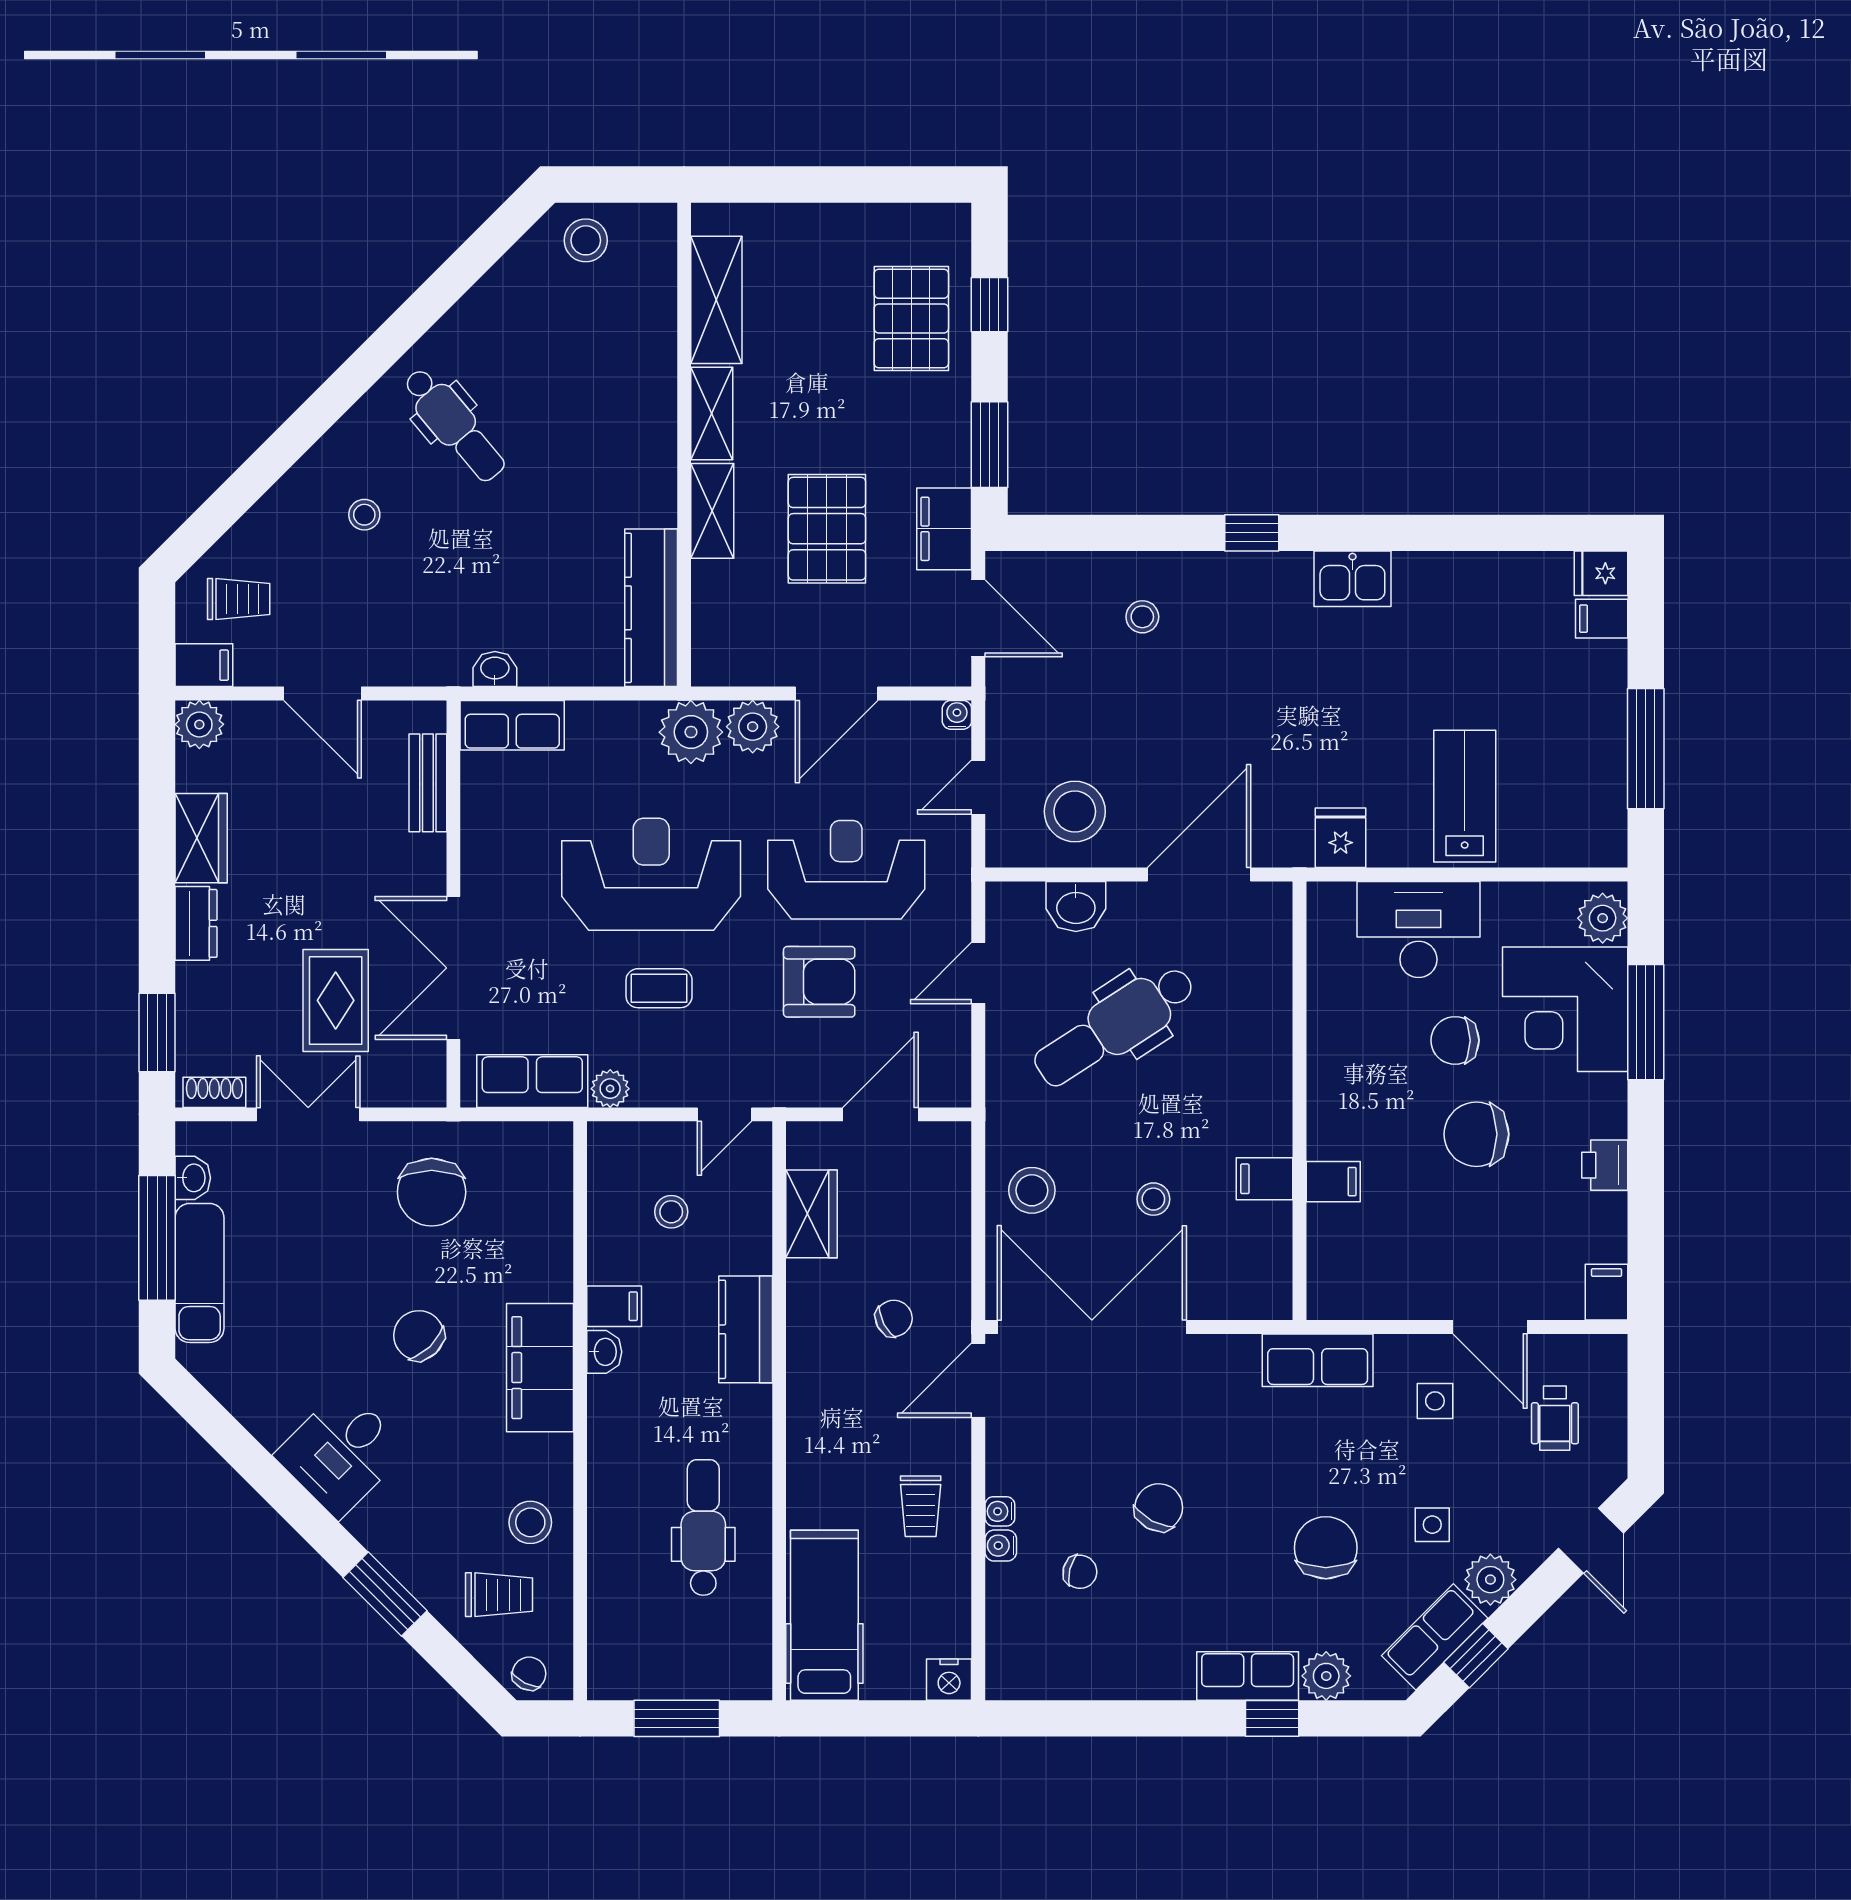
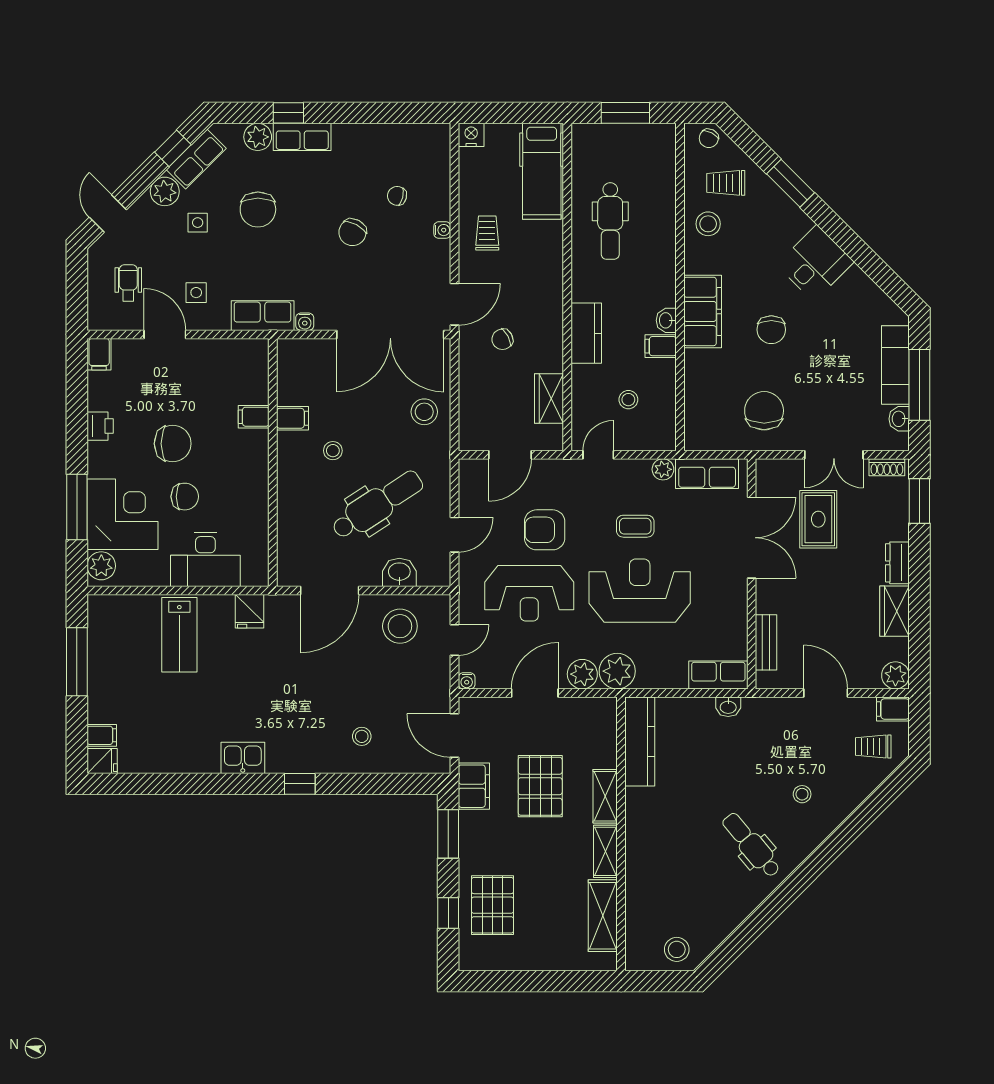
reception desk: (651, 874) -> (640, 591), turned 180
stool: (1153, 1199) -> (333, 451), moved
chair: (419, 1335) -> (771, 330), turned 44
water cooler: (1001, 1546) -> (305, 322), moved, turned 90

